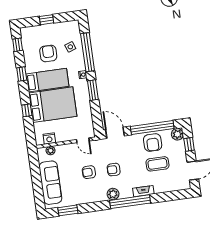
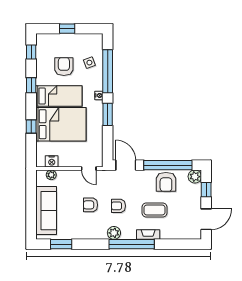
coffee table: (158, 164) -> (154, 210), moved

